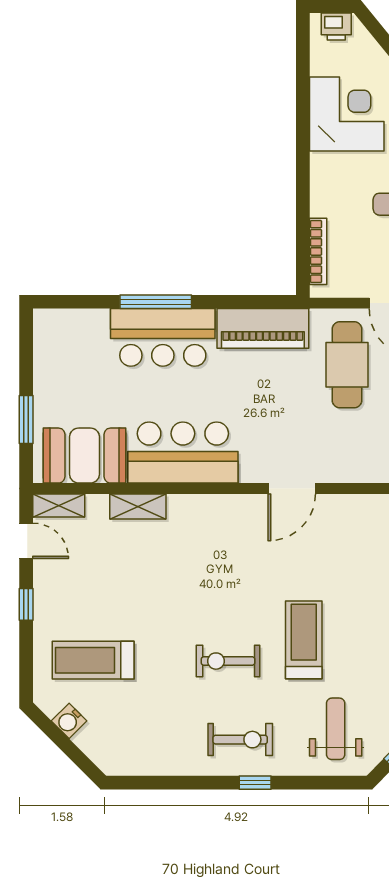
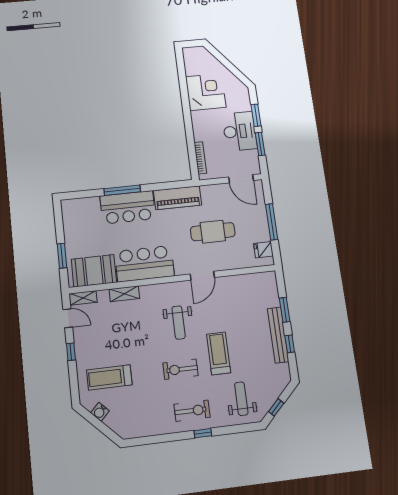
printer: (336, 27) -> (195, 53), removed
cafe table: (347, 365) -> (213, 232), moved, turned 90
weight bench: (235, 573) -> (179, 323), added

